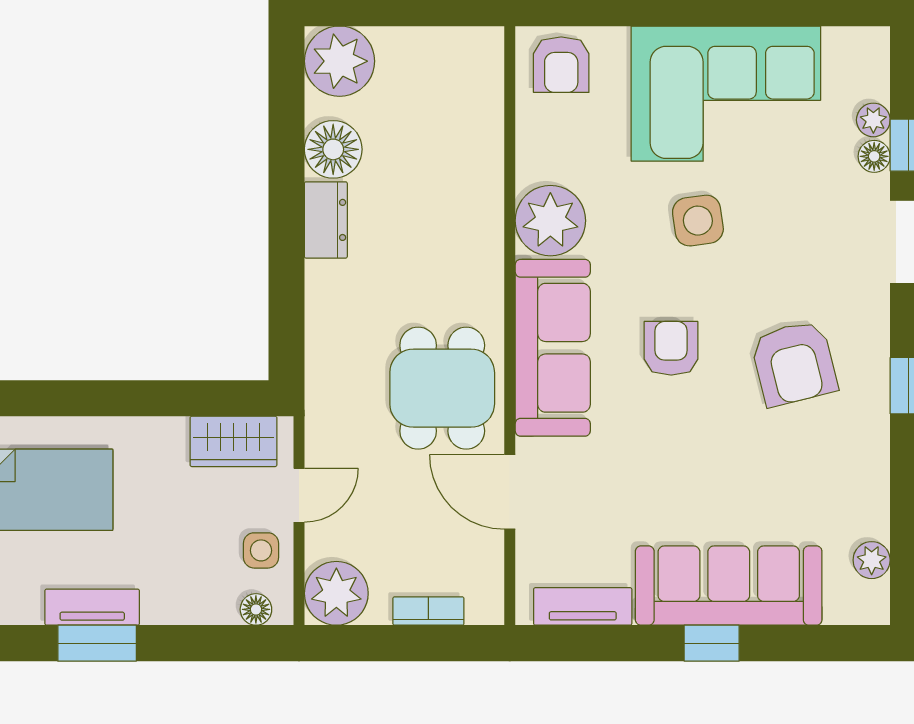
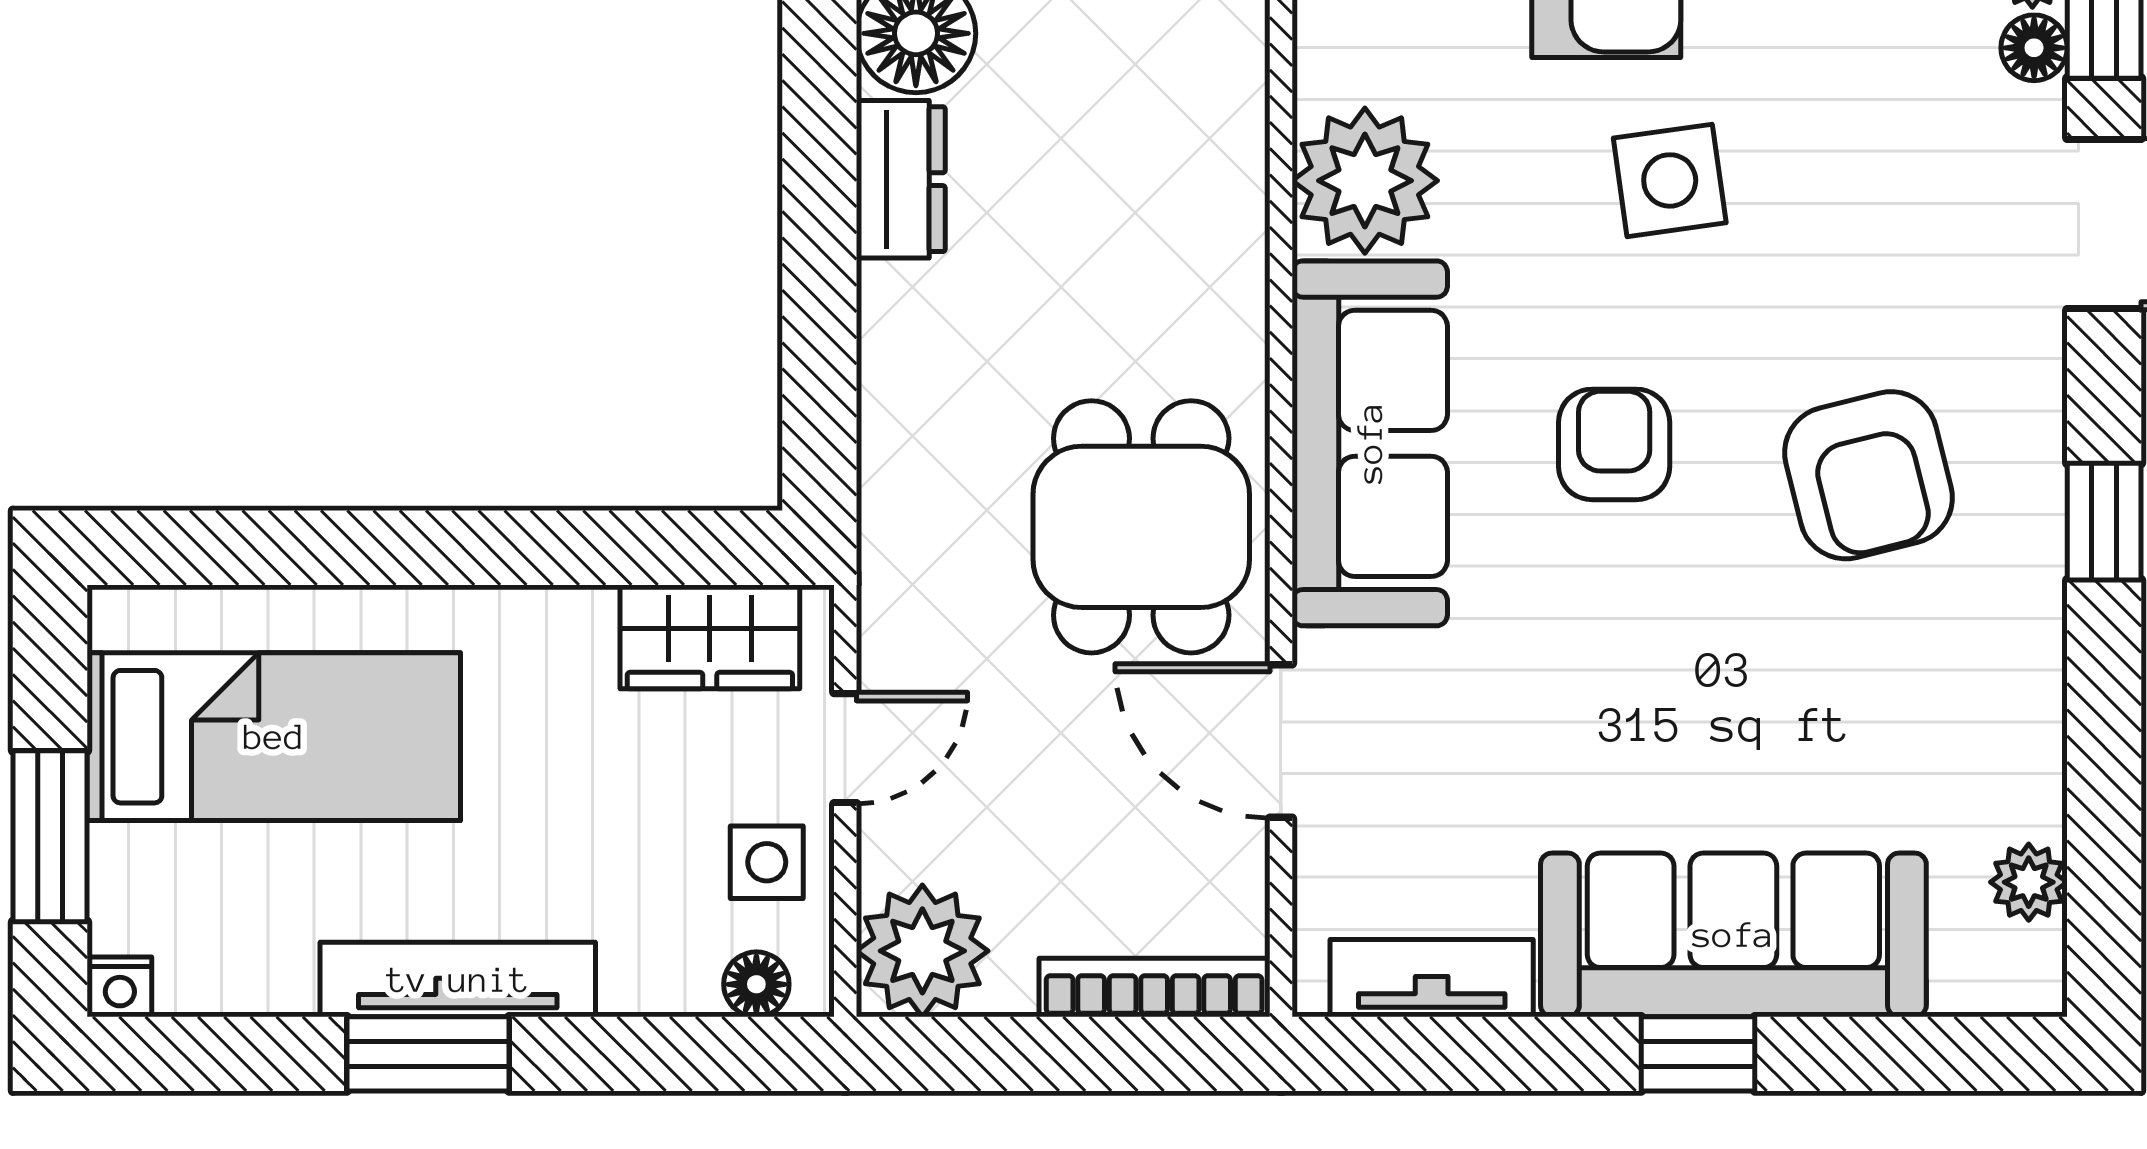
tv unit: (92, 607) -> (458, 980), width x1.41
bookcase: (428, 611) -> (1154, 987), width x1.56

